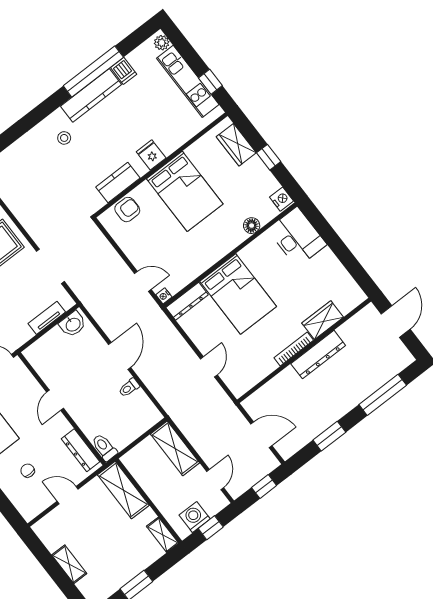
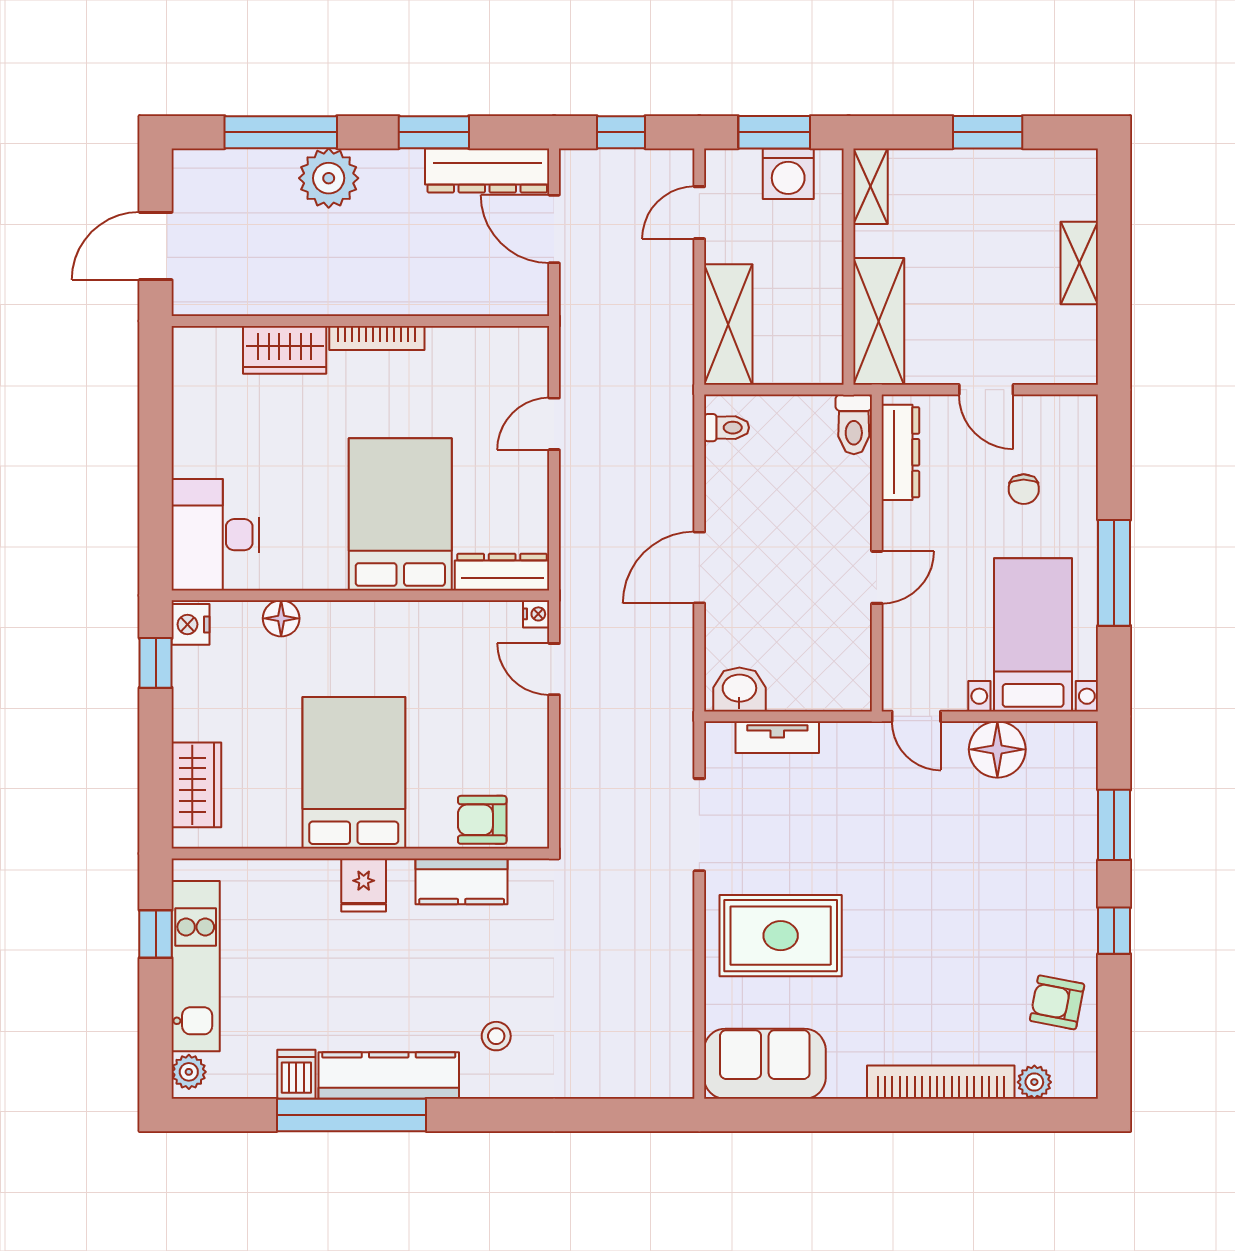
window: (269, 157) -> (156, 663), moved
dresser: (318, 355) -> (487, 170), moved, turned 180
toilet: (129, 388) -> (726, 428), moved
plant: (354, 392) -> (329, 178), added
window: (211, 528) -> (774, 132), width x1.50

